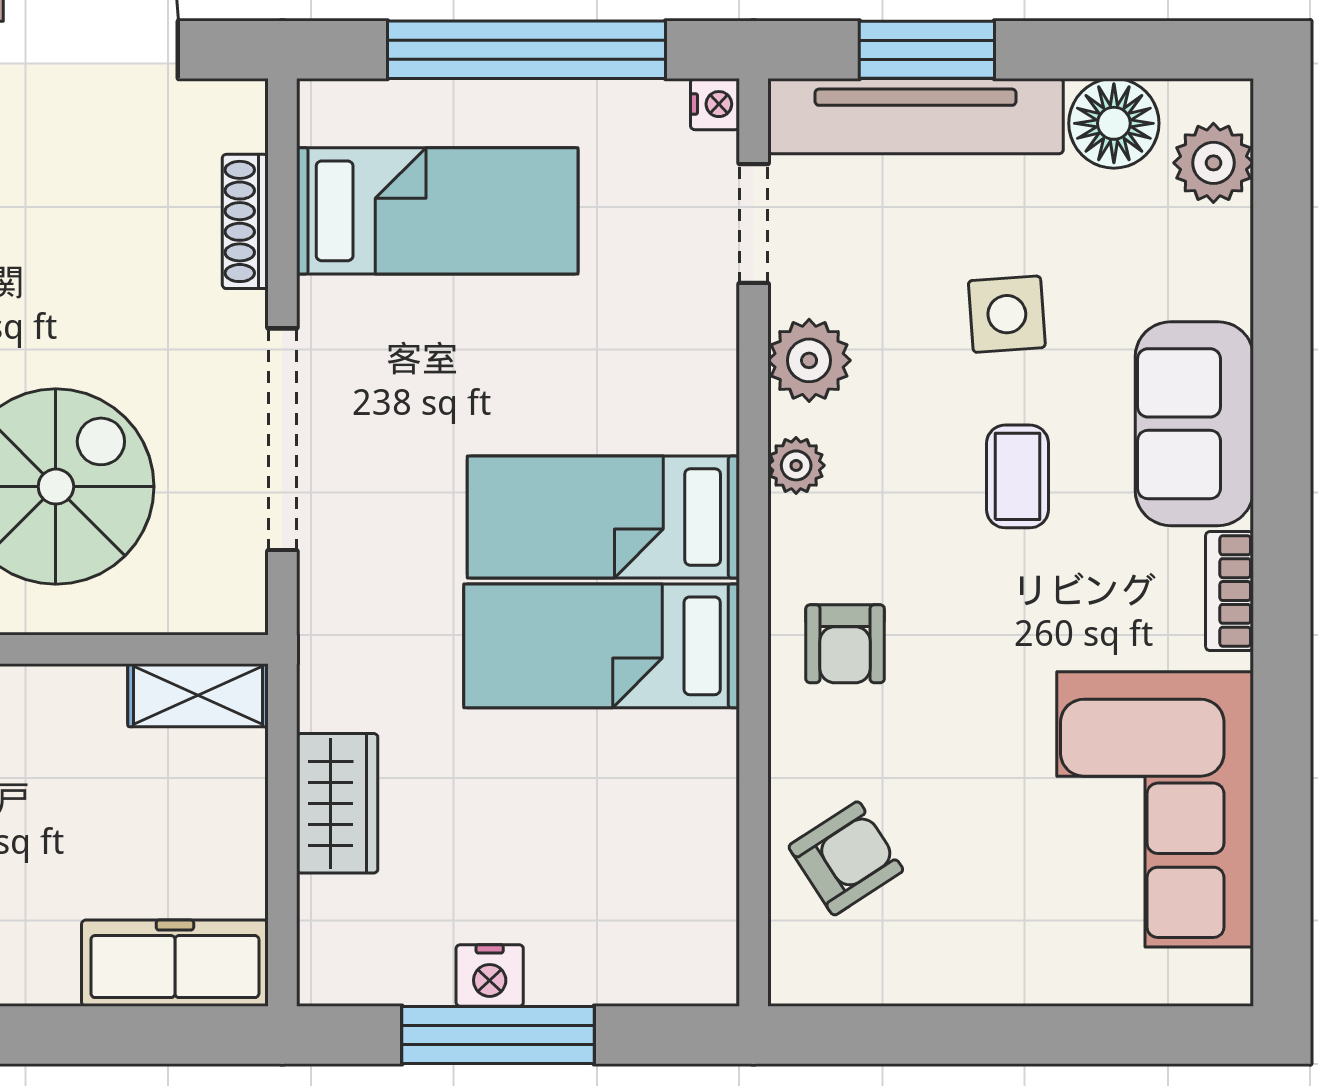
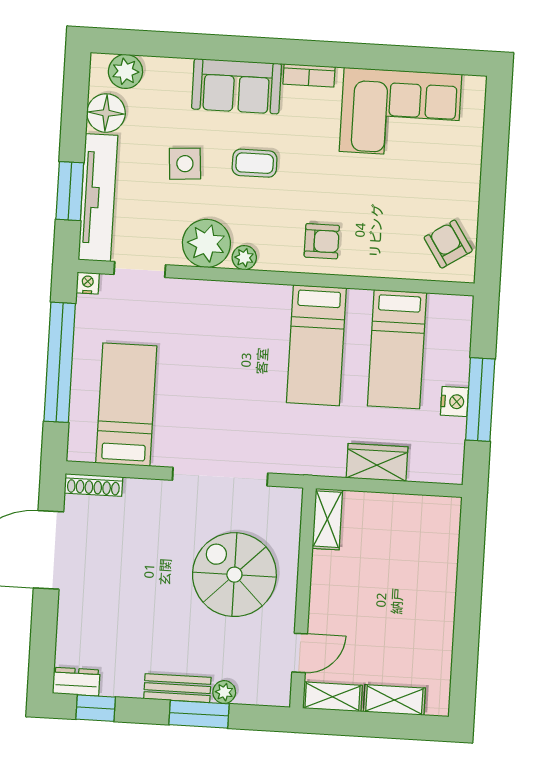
shoe rack: (245, 221) -> (93, 485), moved
plant: (809, 360) -> (206, 243), width x1.36, depth x1.36
bed: (603, 517) -> (397, 349), moved
armchair: (846, 858) -> (448, 244), moved
freezer: (175, 963) -> (441, 536), removed

